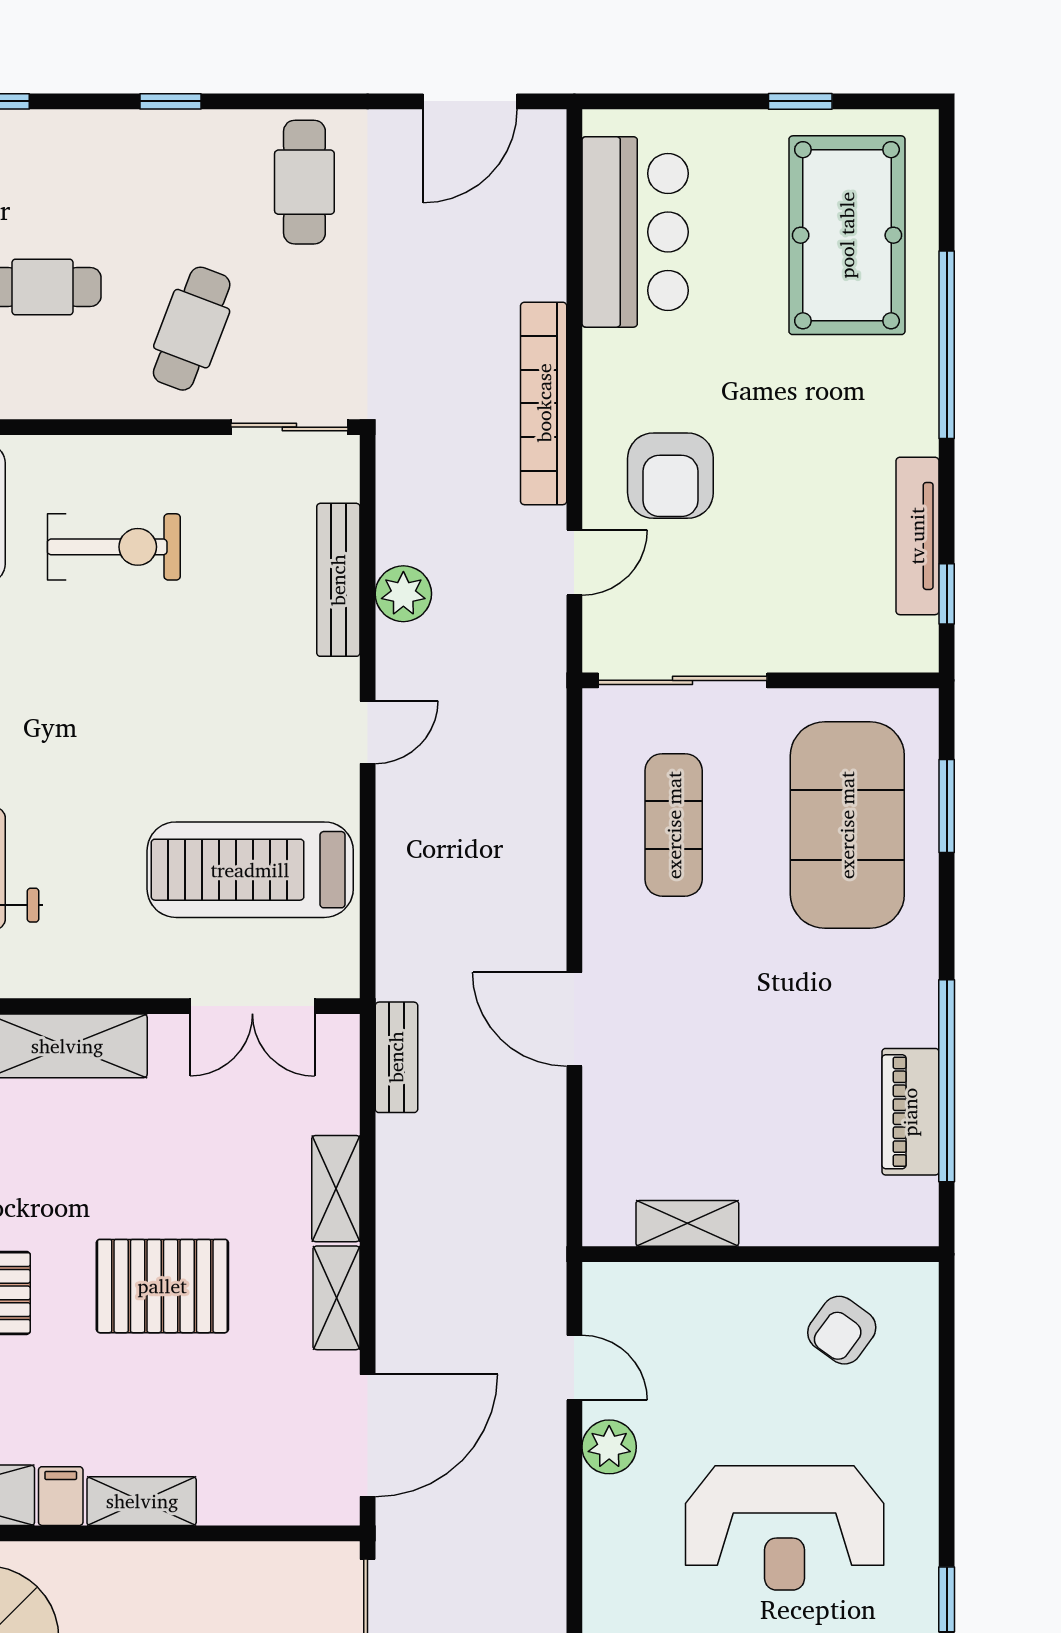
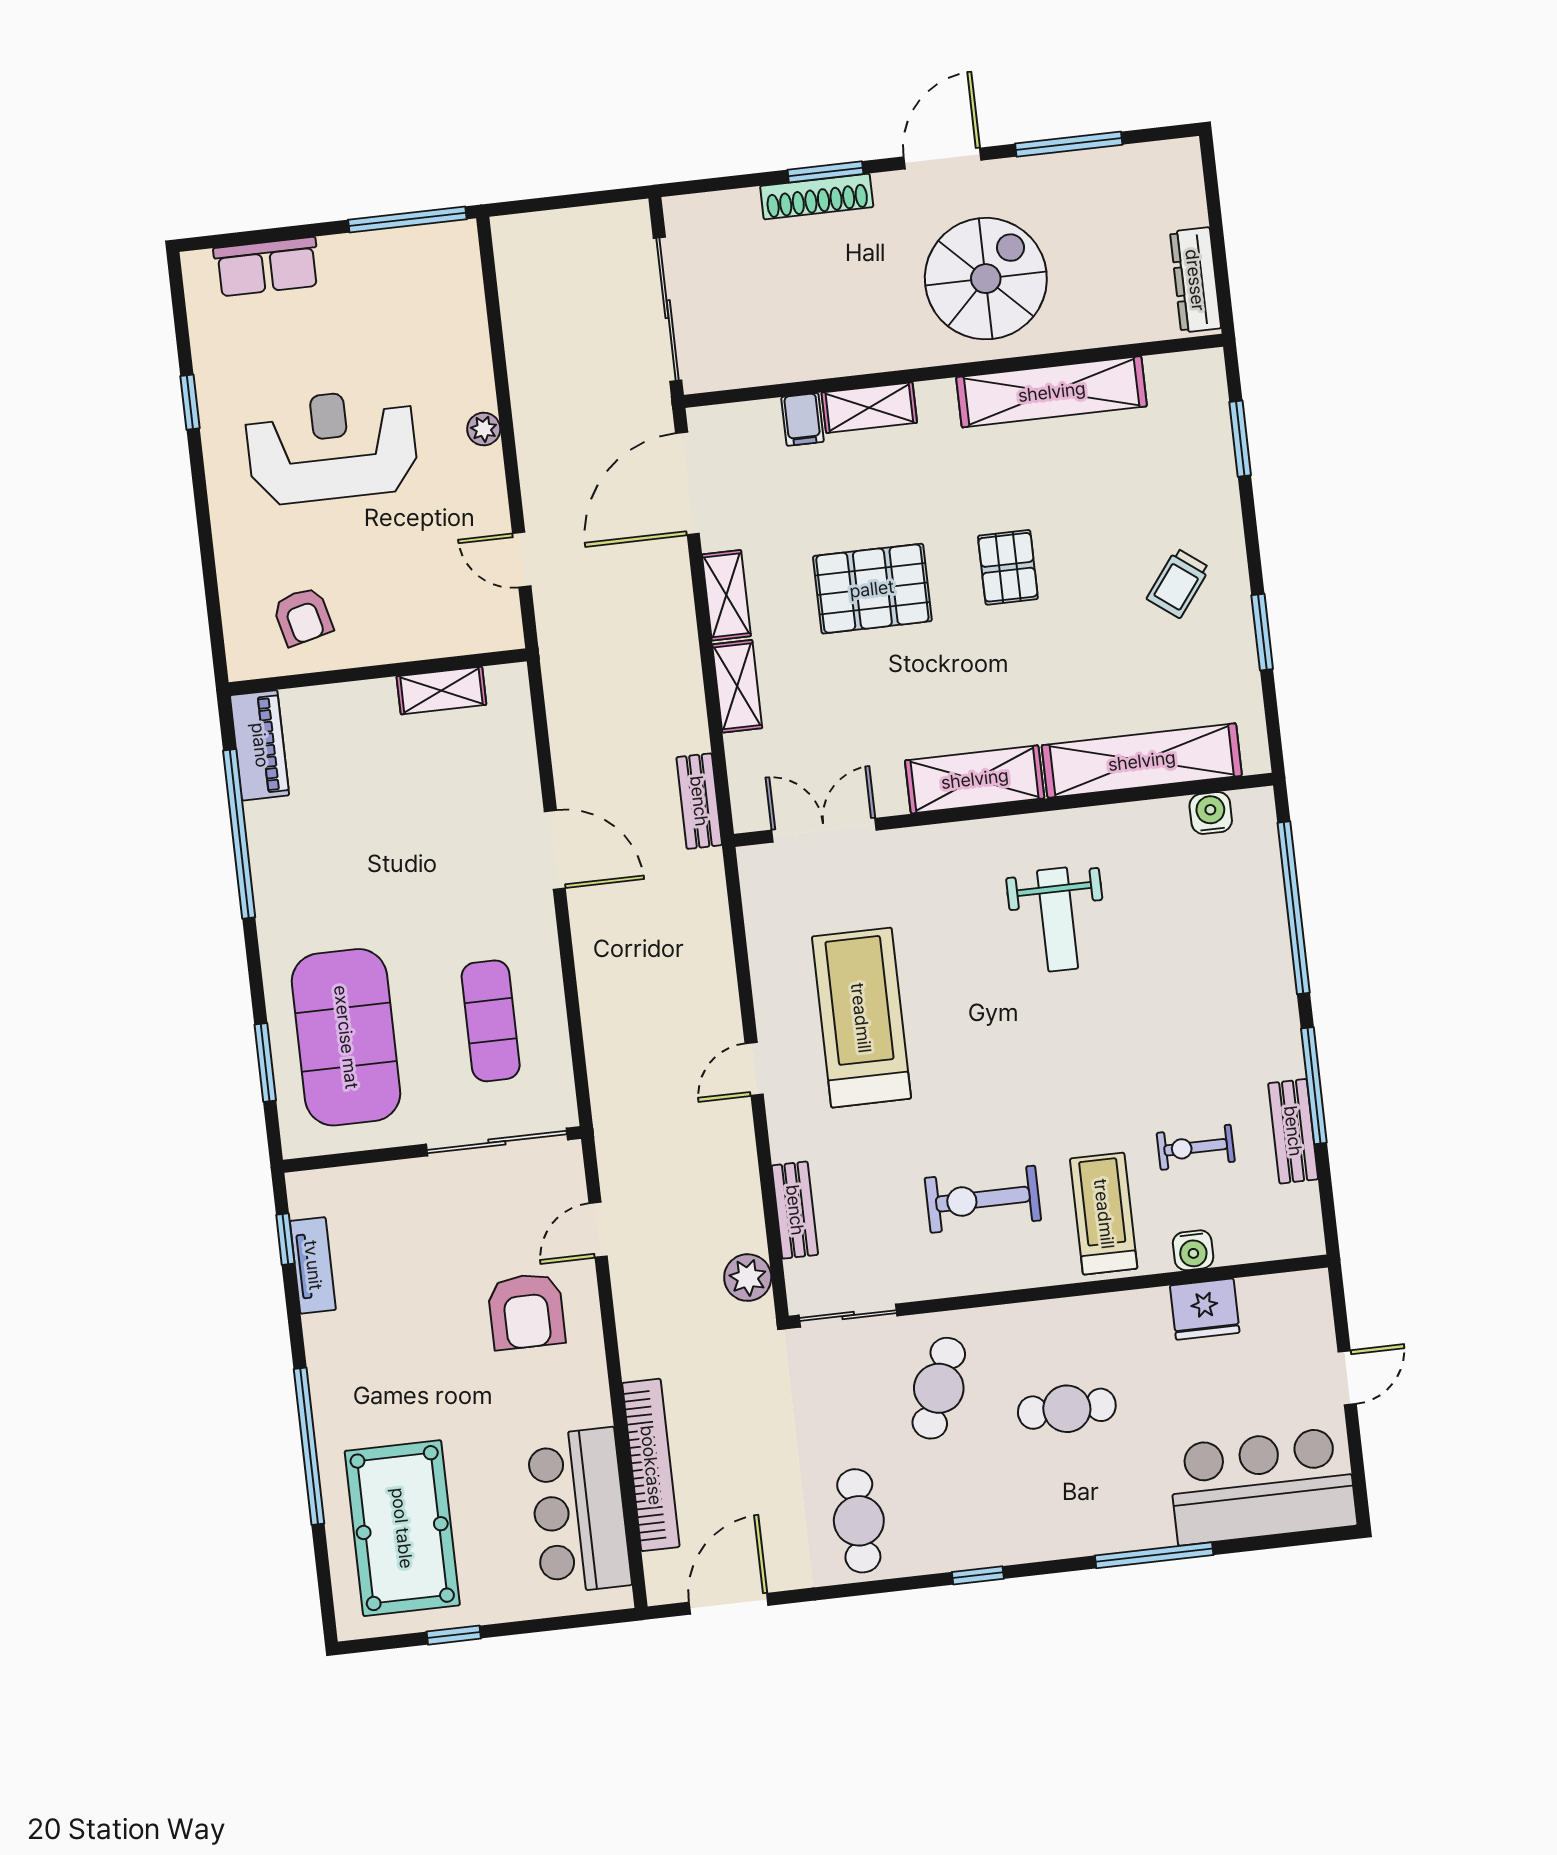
bookcase: (544, 403) -> (651, 1465), moved
armchair: (670, 476) -> (526, 1311), turned 180
tv unit: (917, 536) -> (313, 1265), width x0.71
bench: (338, 580) -> (795, 1210), width x0.73
plant: (403, 594) -> (748, 1278), moved
treadmill: (250, 870) -> (861, 1018), moved, turned -90
piano: (910, 1112) -> (260, 745), moved
armchair: (842, 1330) -> (303, 616), turned 130
plant: (609, 1447) -> (484, 429), moved, width x0.73, depth x0.73
filing cabinet: (61, 1496) -> (803, 419), moved

